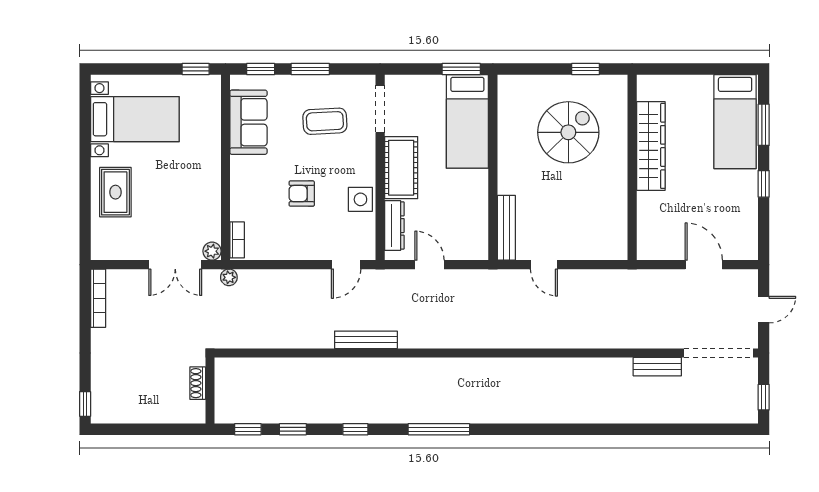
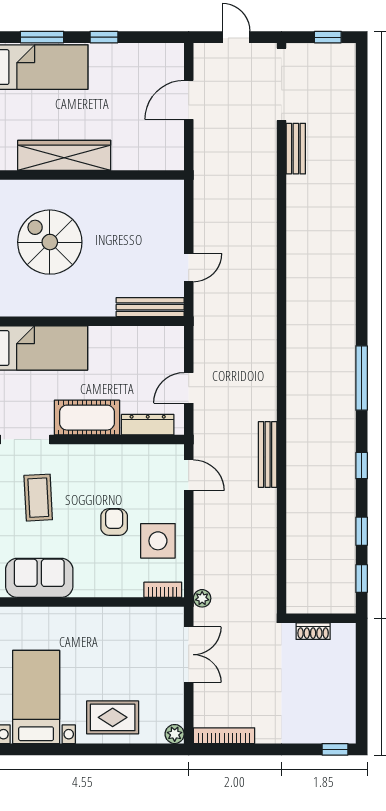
armchair: (302, 194) -> (114, 522), turned 180
side table: (360, 199) -> (158, 541), moved, width x1.37, depth x1.37
plant: (212, 251) -> (175, 734), moved

